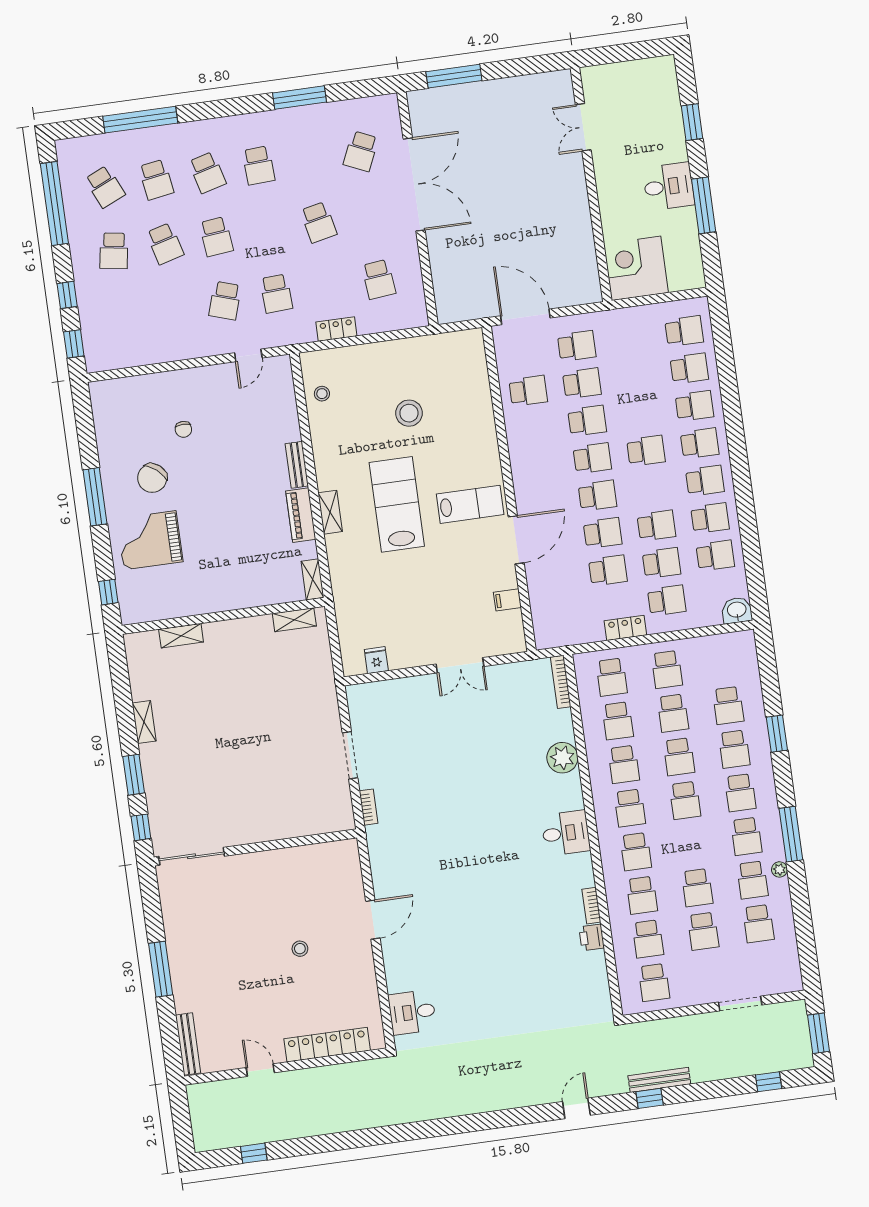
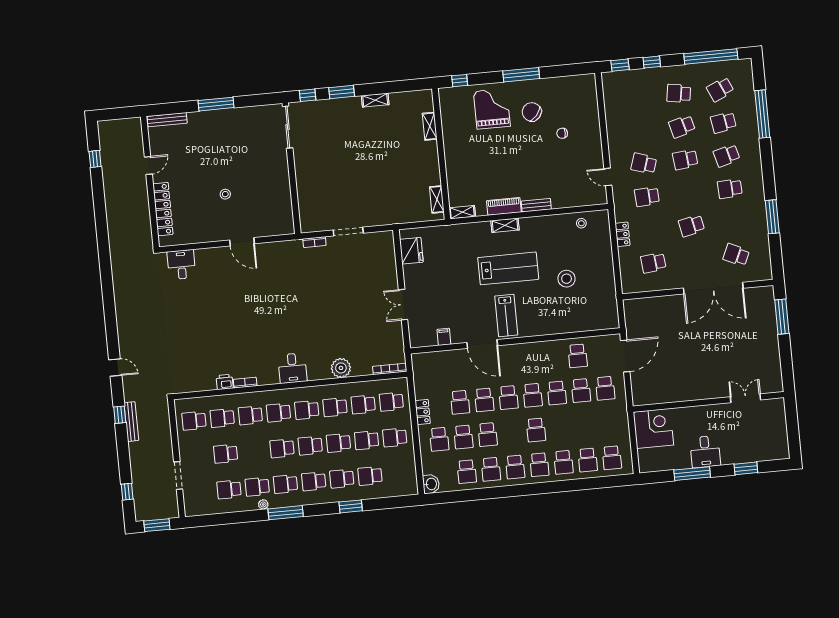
fridge: (376, 660) -> (411, 251), width x1.88, depth x1.34
school desk: (697, 888) -> (282, 448), moved

